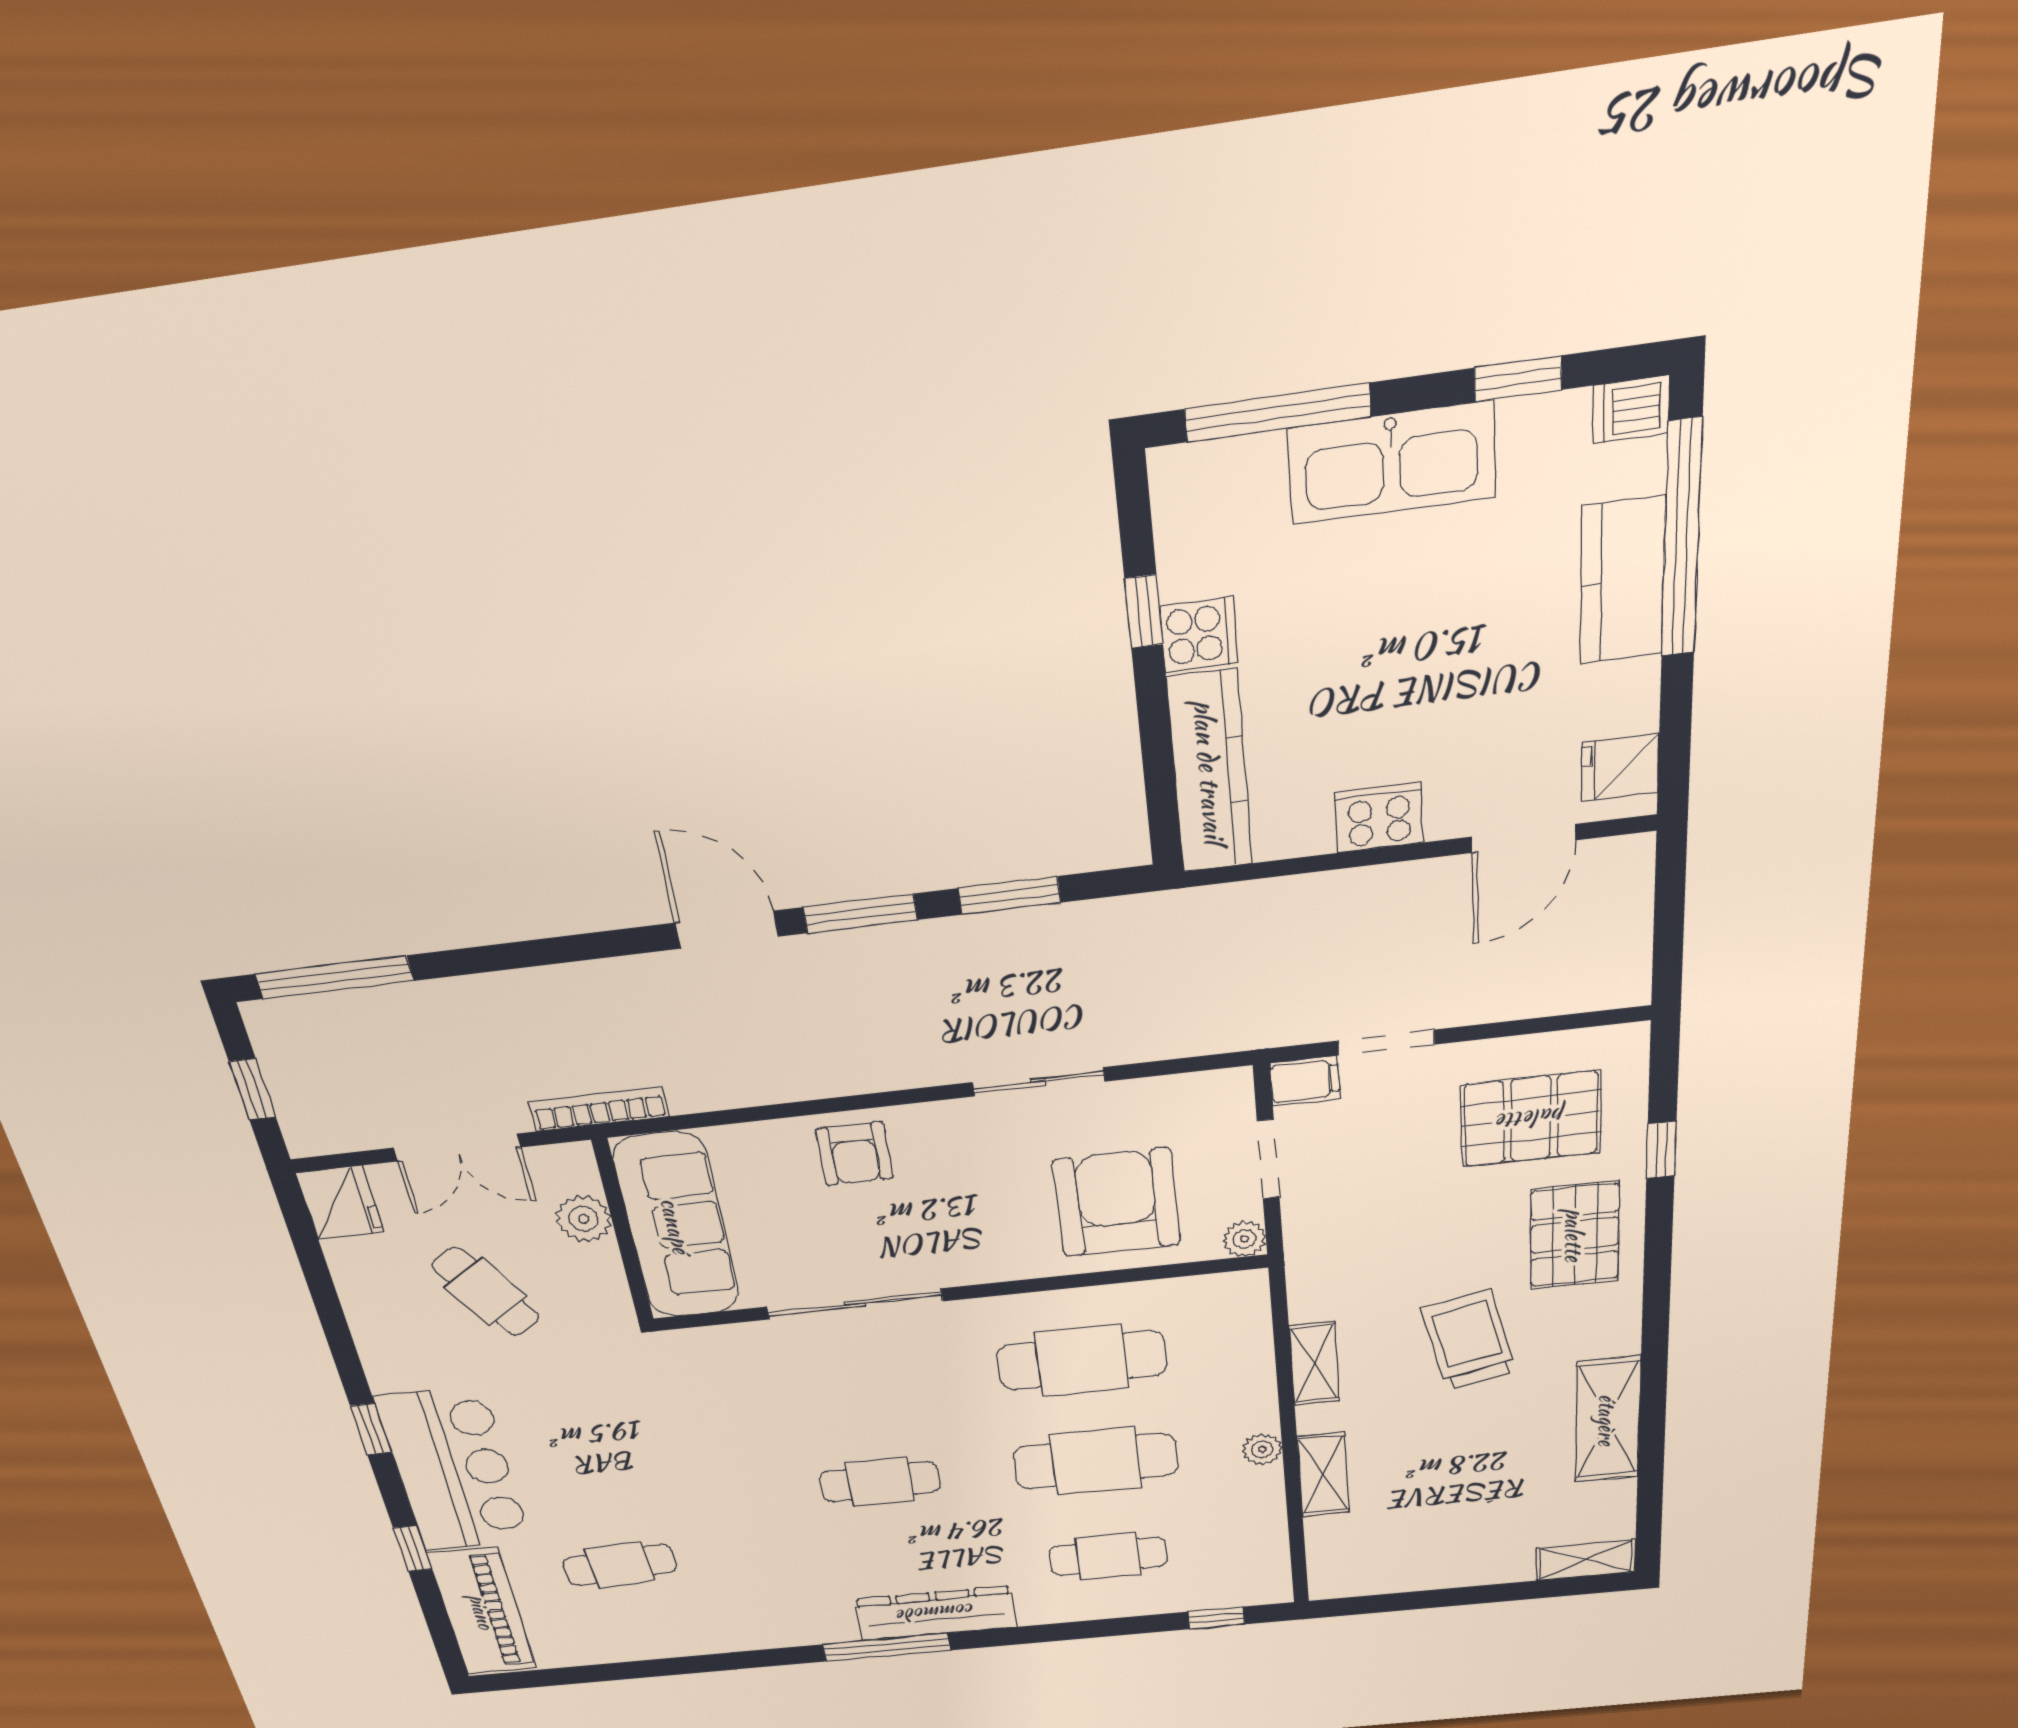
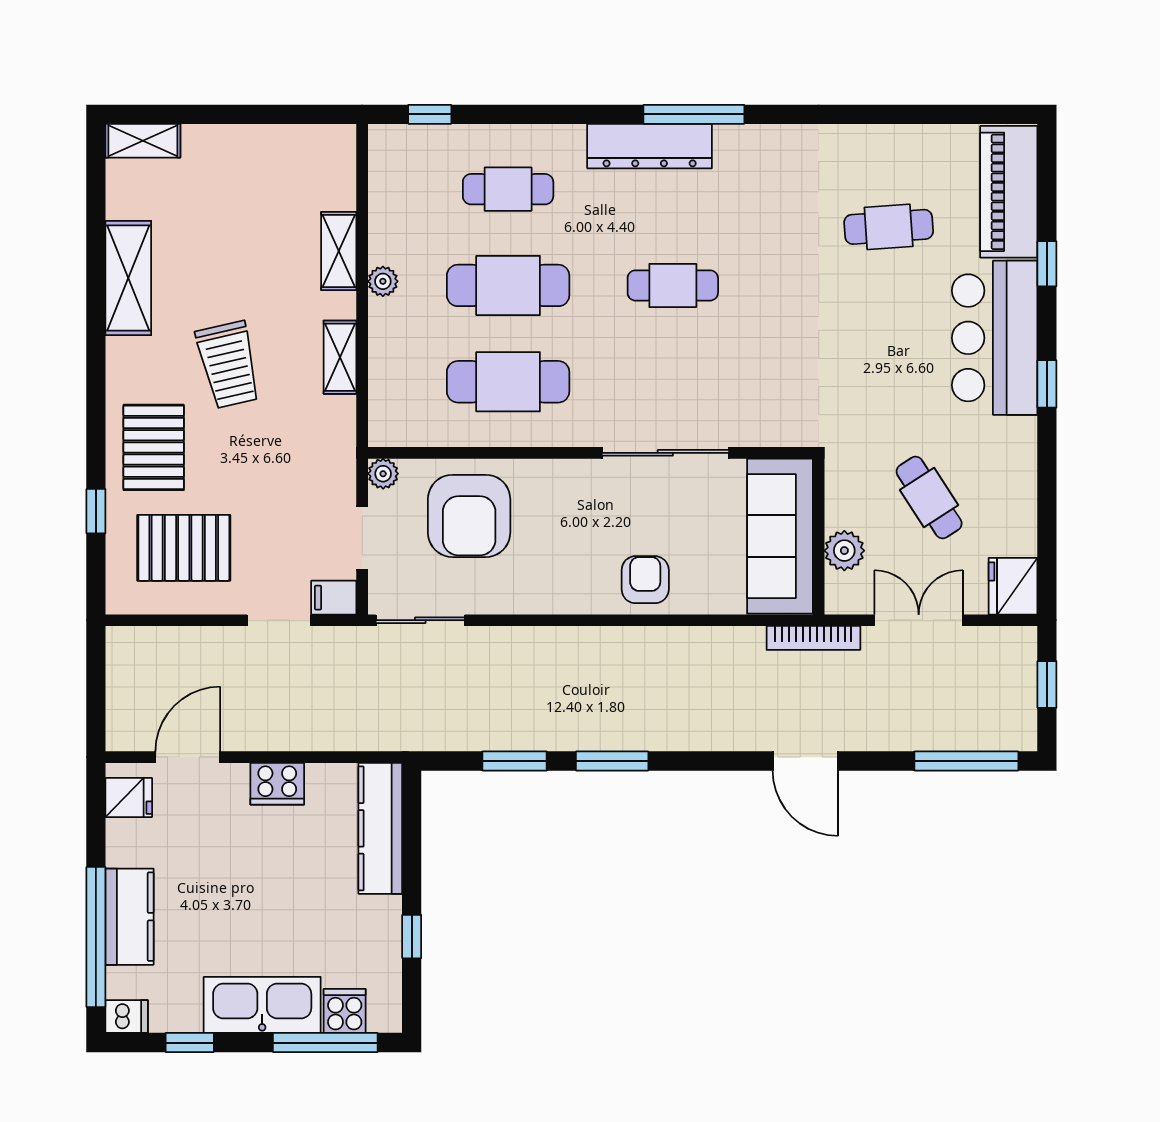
cooker: (1199, 635) -> (345, 1011), moved, turned 90
door: (727, 930) -> (805, 761), moved
sliding door: (1039, 1082) -> (420, 620), moved

